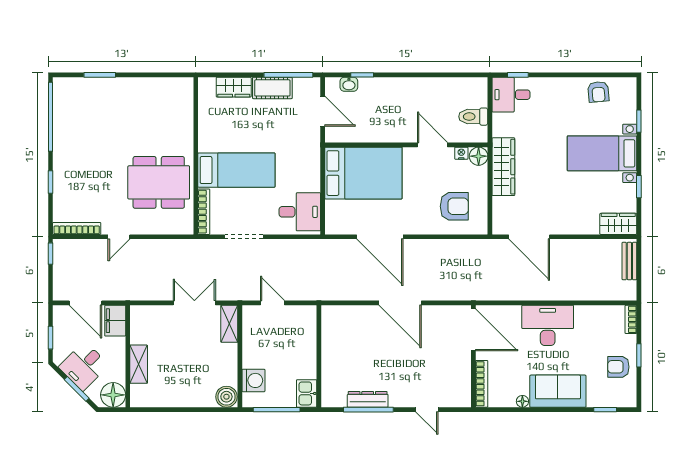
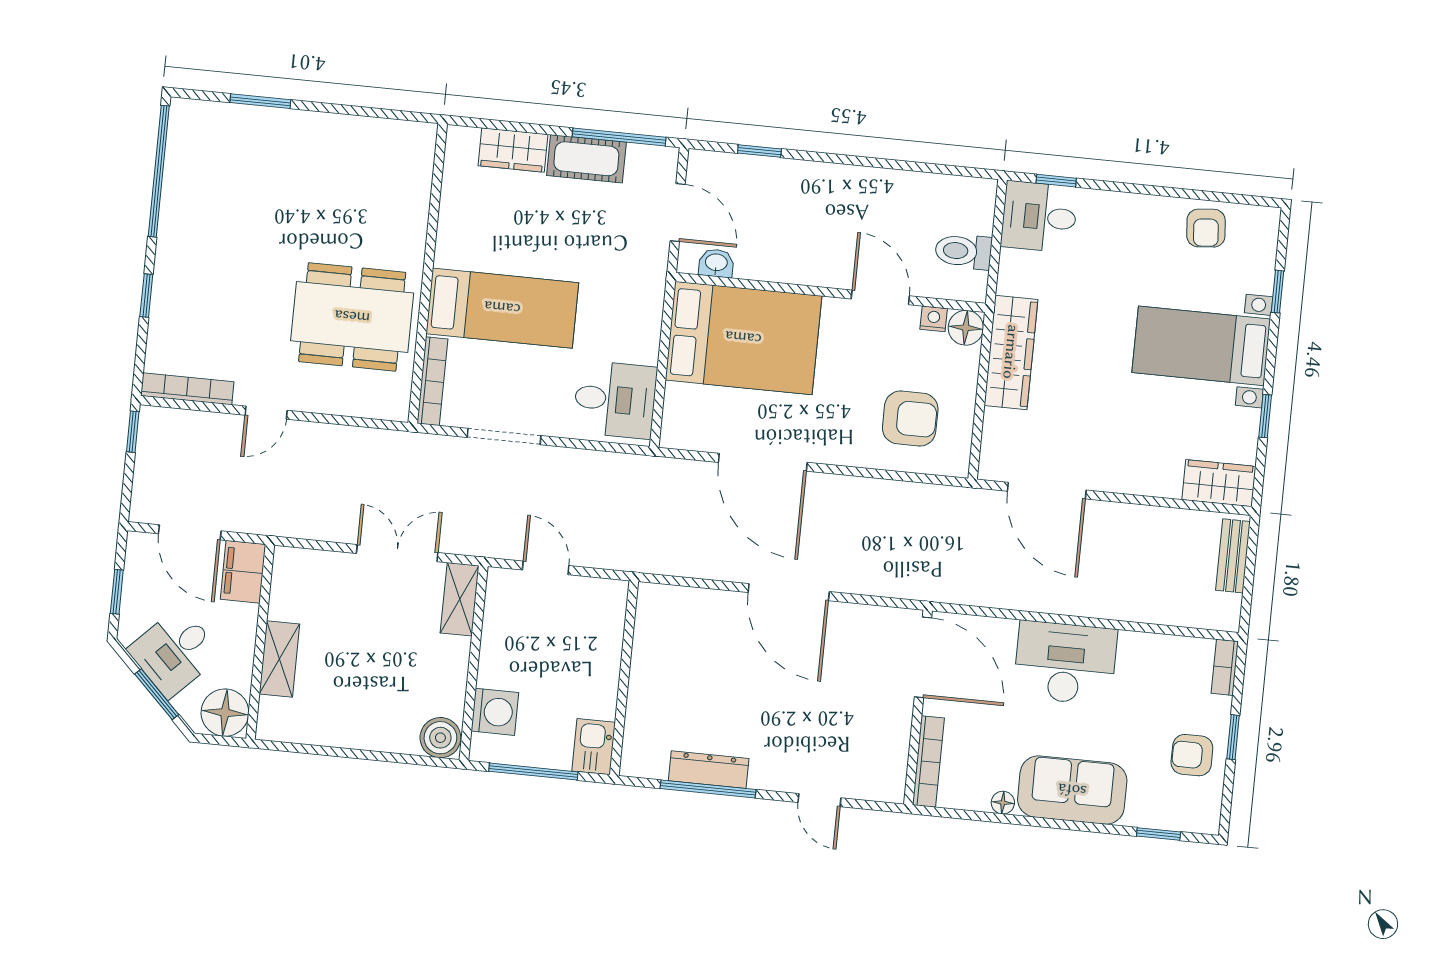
washbasin: (349, 84) -> (716, 263), moved, turned 180

